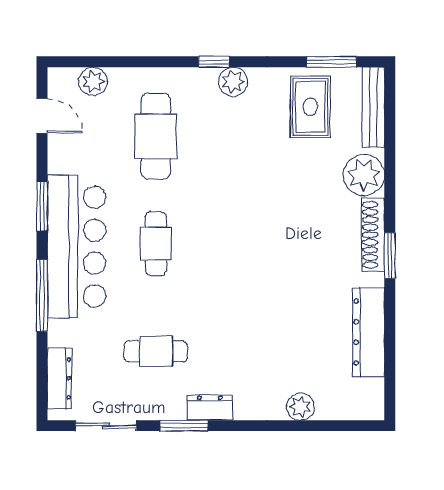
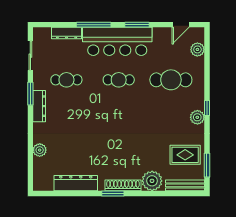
cafe table: (156, 351) -> (66, 80), turned 90
dresser: (59, 378) -> (67, 33), moved
dresser: (210, 408) -> (39, 106), width x1.44

